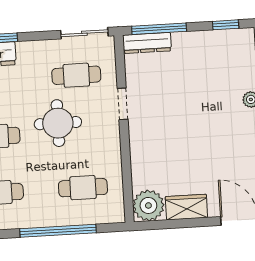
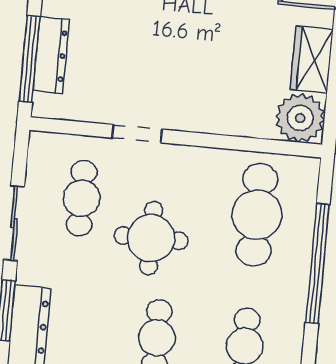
sliding door: (84, 33) -> (14, 223), moved
dresser: (147, 43) -> (51, 55), moved
cafe table: (83, 188) -> (257, 215), width x1.37, depth x1.35

